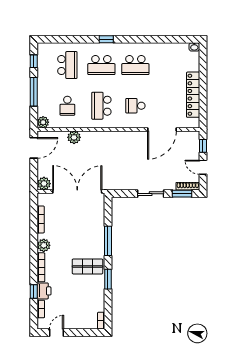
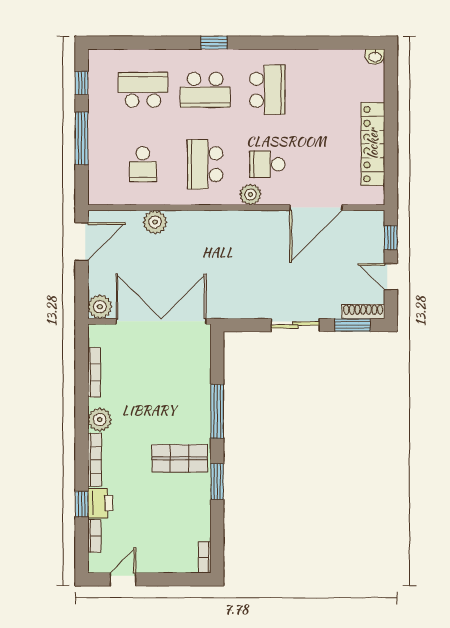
school desk: (67, 65) -> (143, 90), turned -90
school desk: (135, 65) -> (267, 90), turned -90
plant: (43, 122) -> (250, 194), moved

